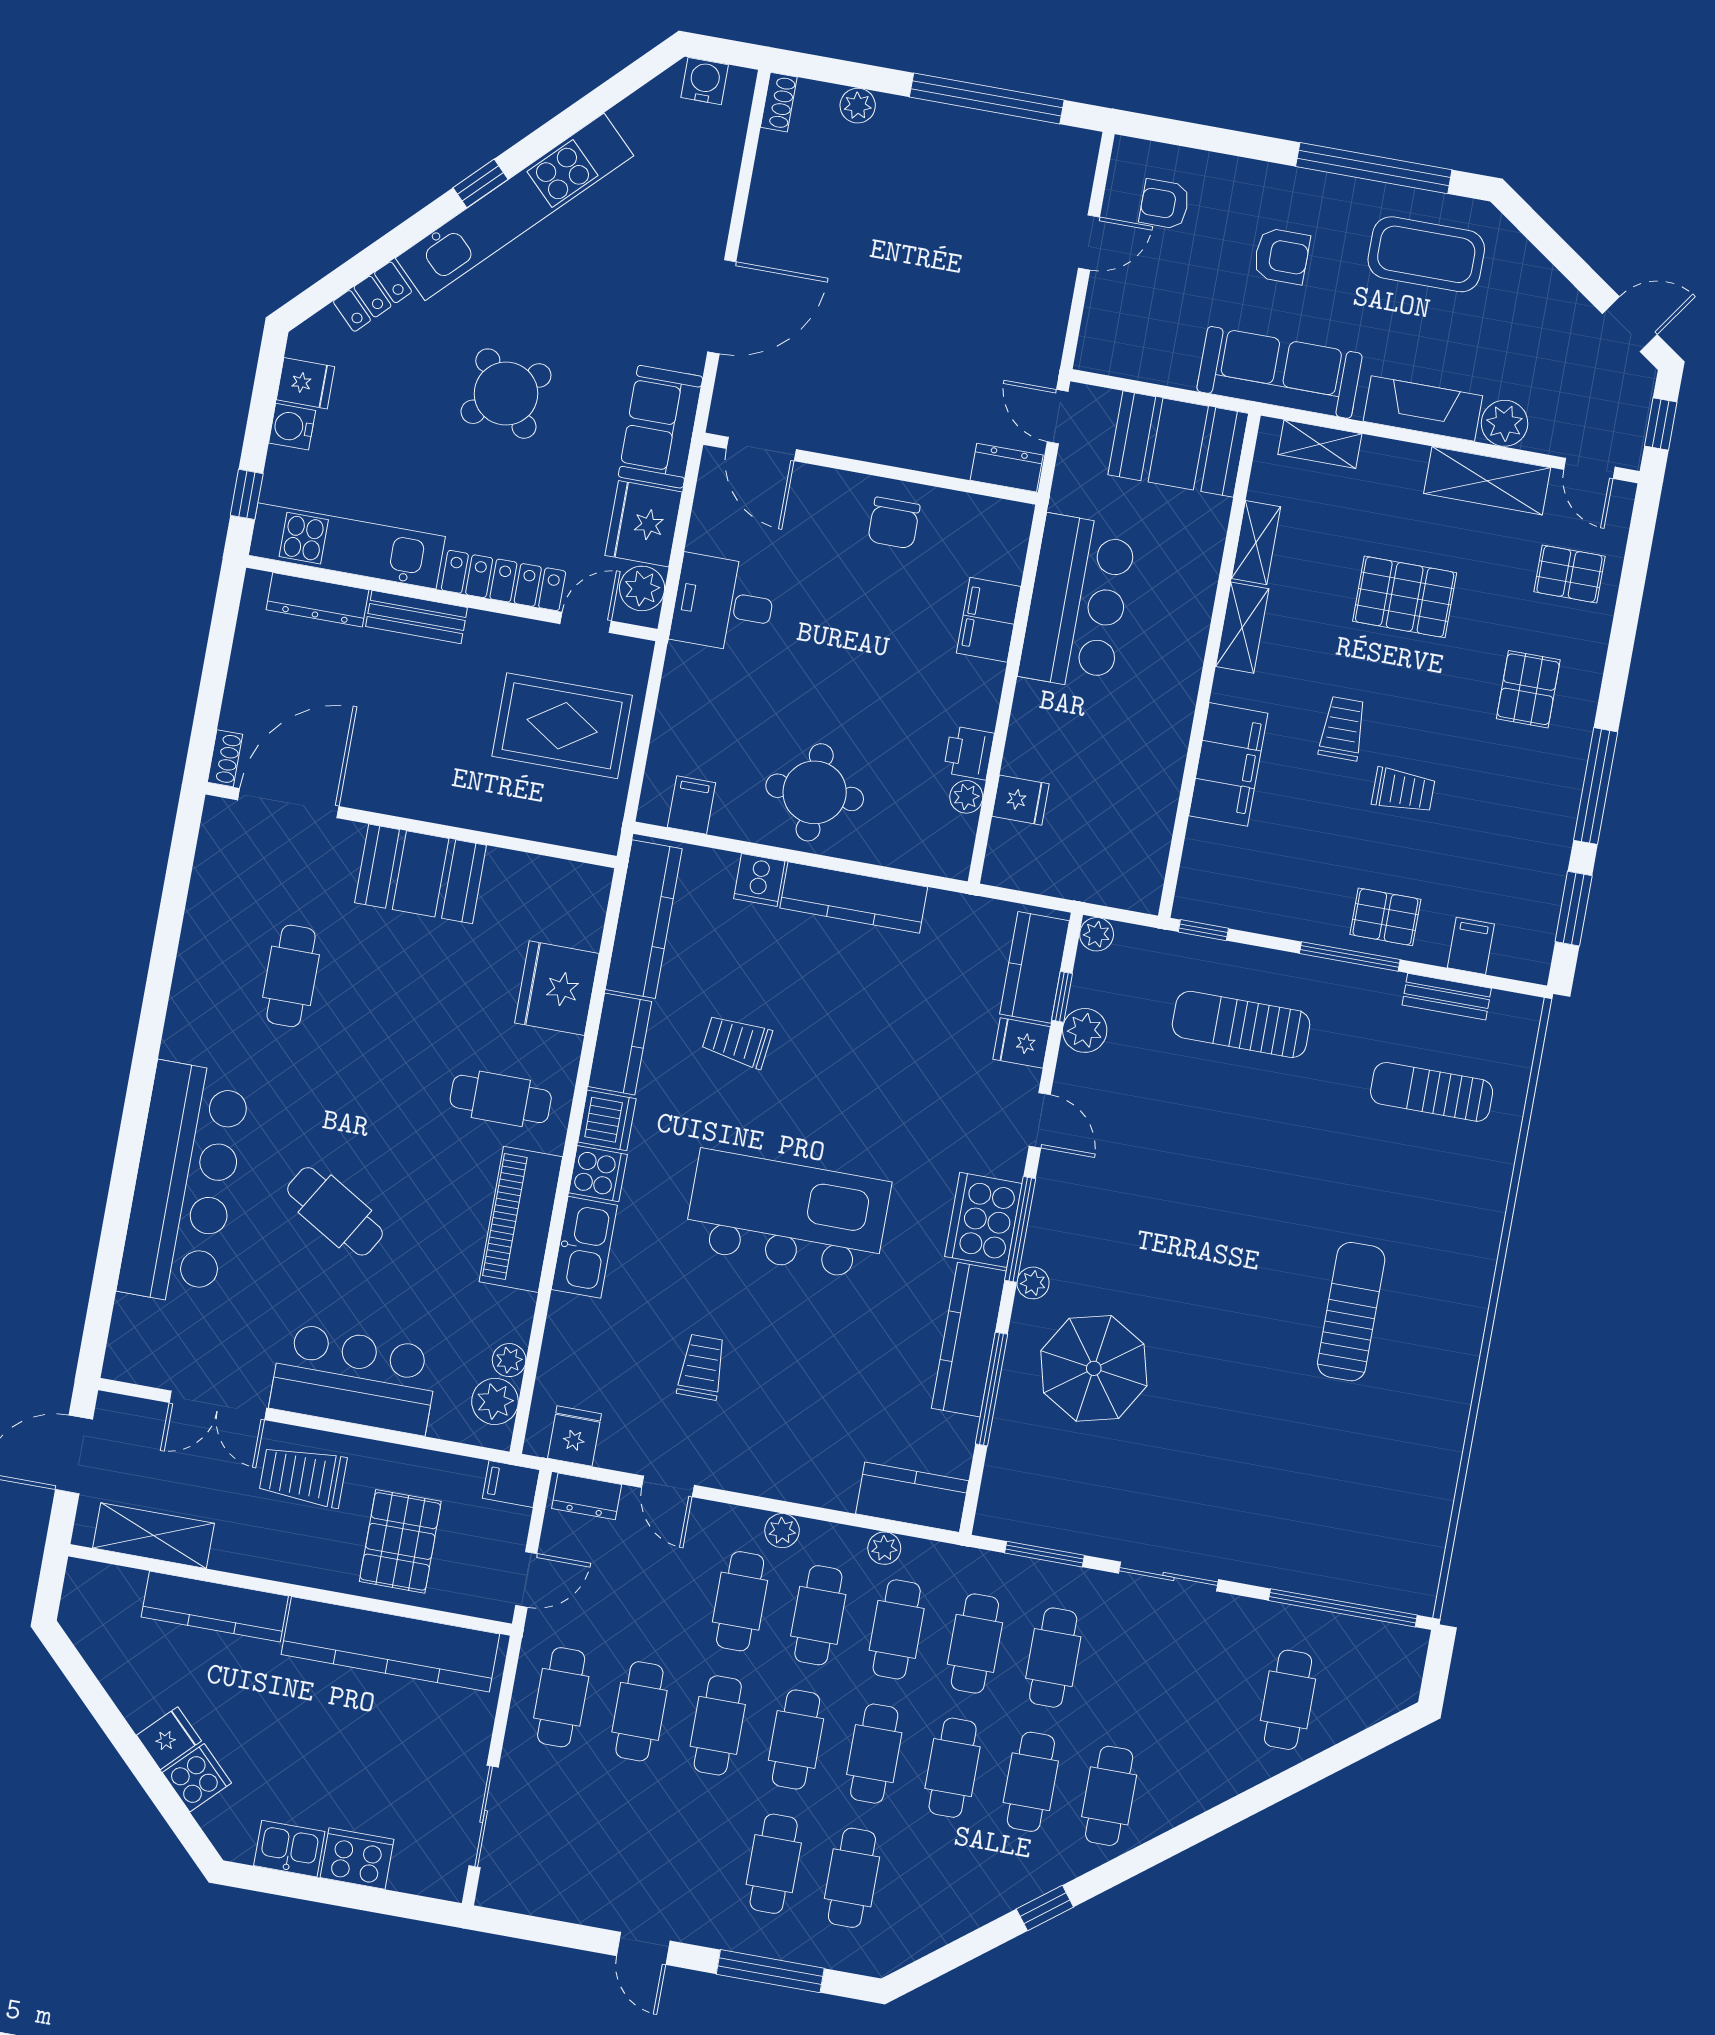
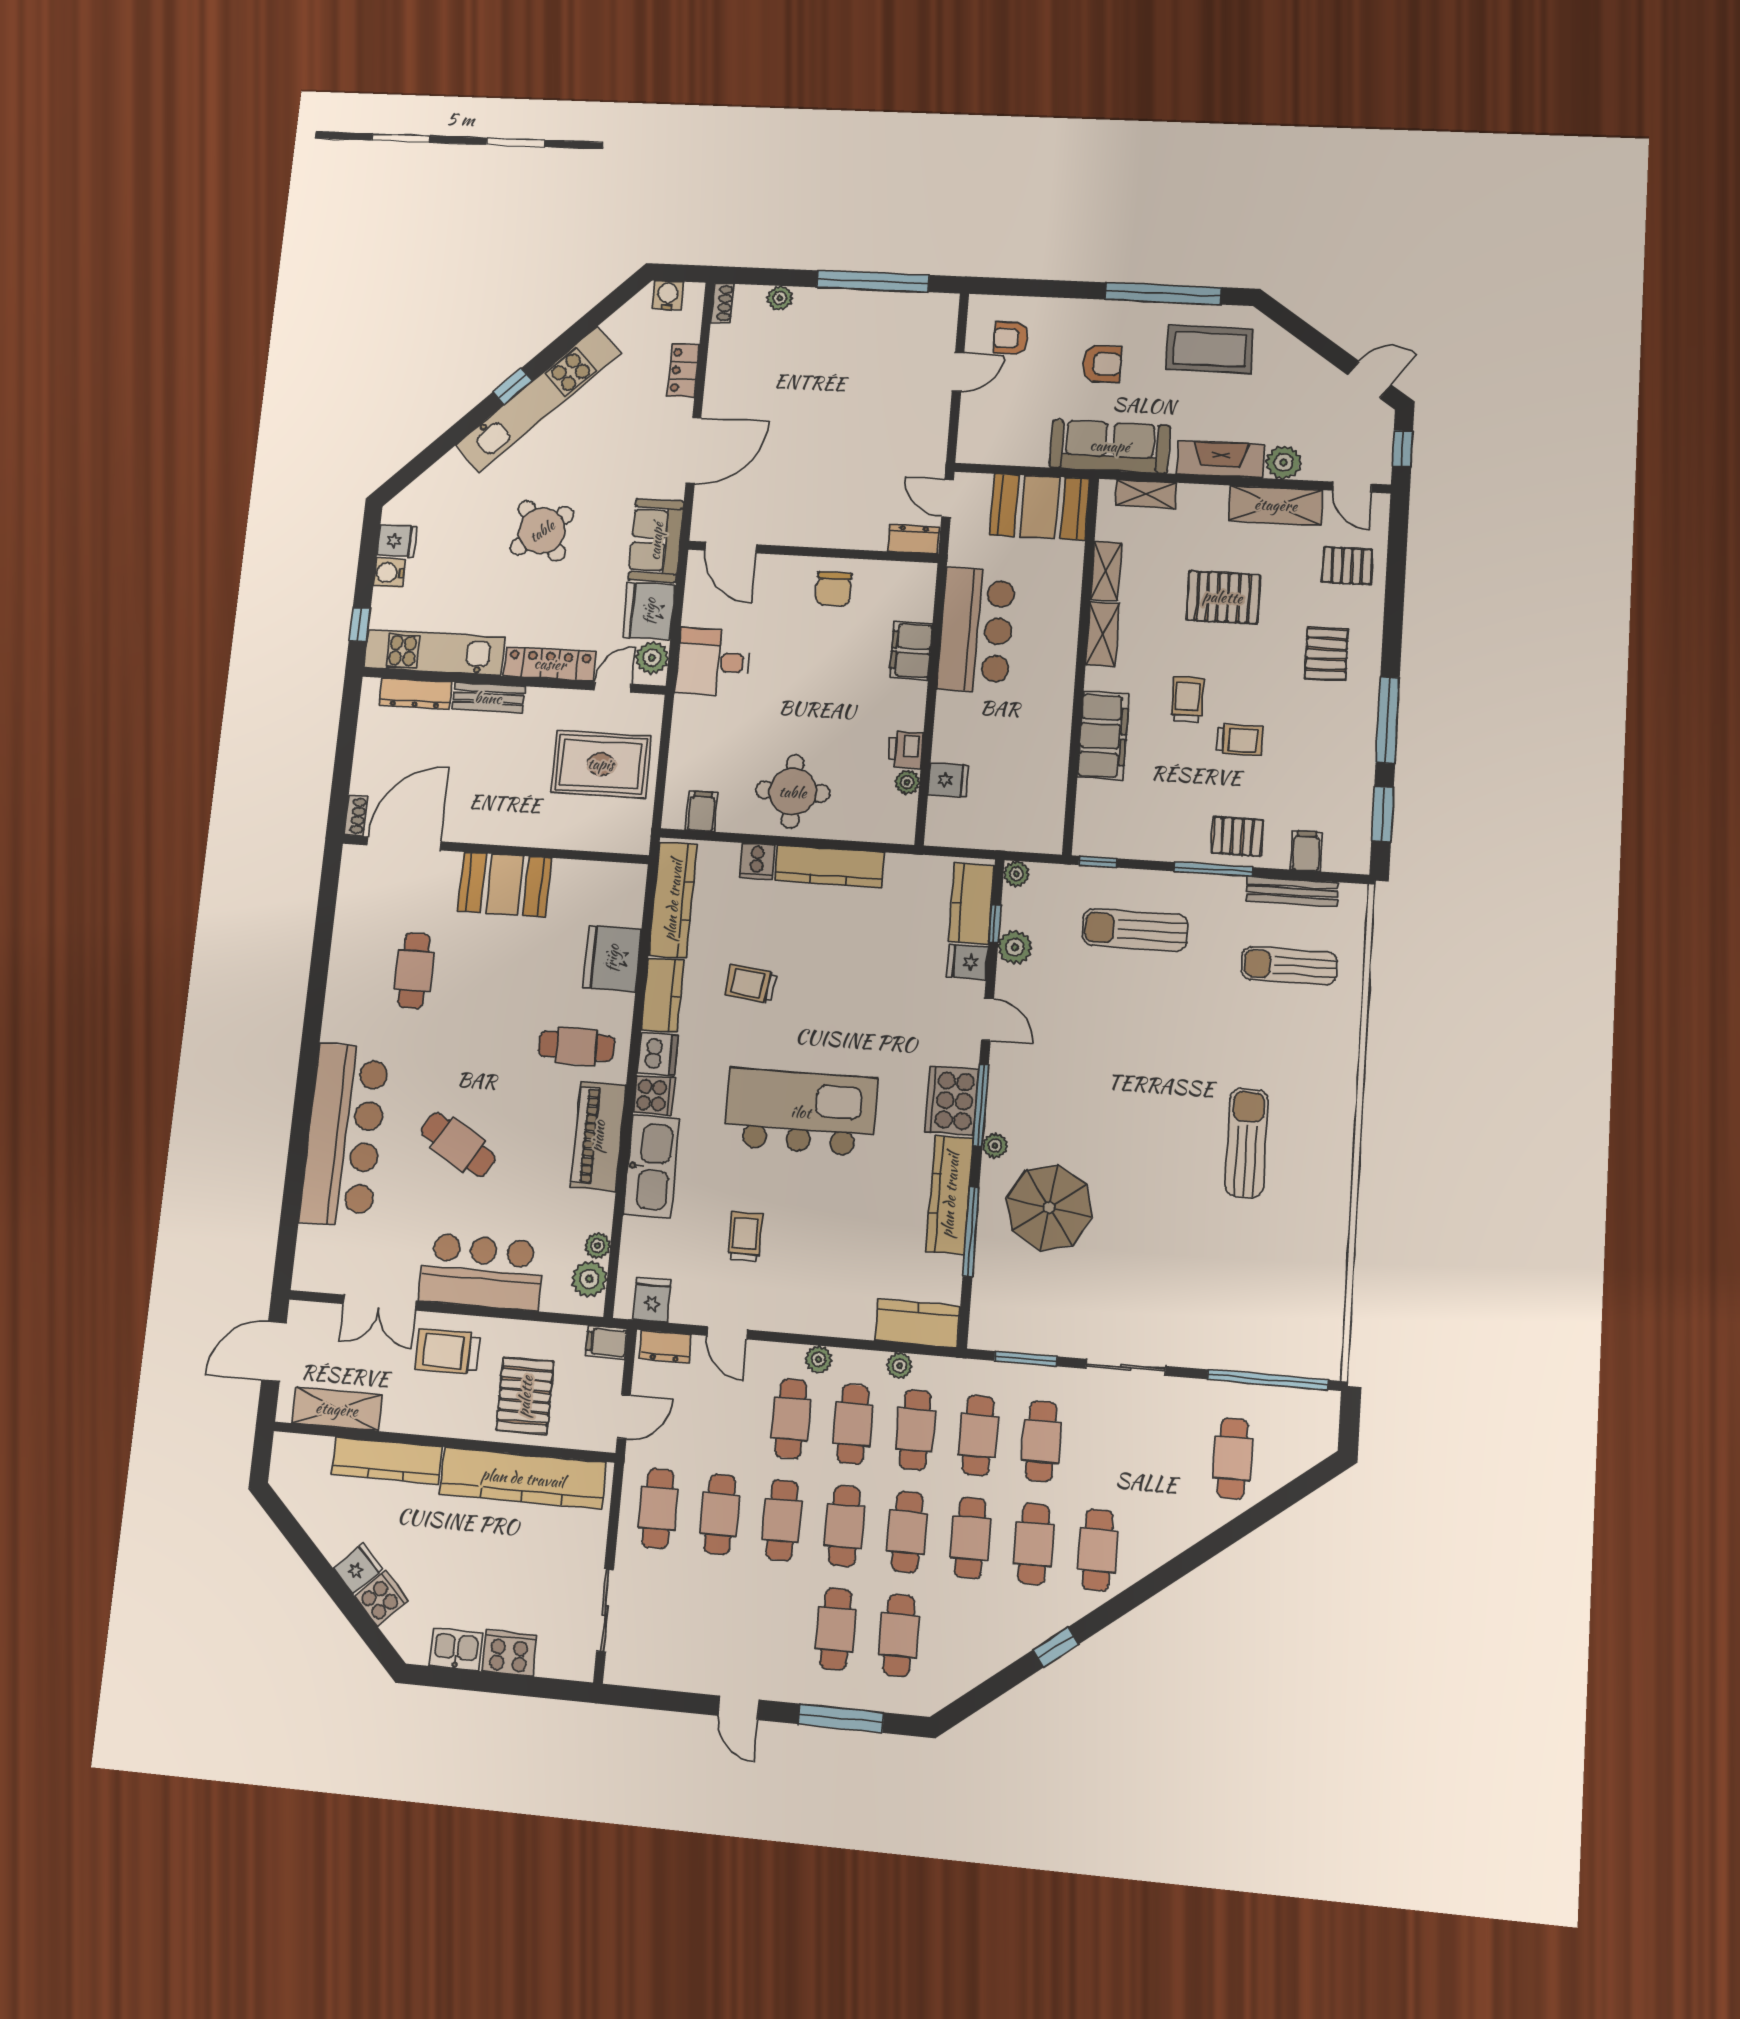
locker: (373, 297) -> (683, 370), moved, turned 135
bench: (1447, 997) -> (1292, 892), width x1.36
kitchen sink: (584, 1247) -> (651, 1167), width x1.36, depth x1.24

